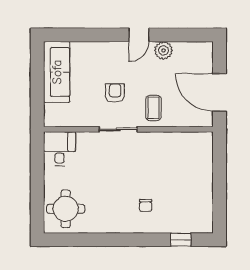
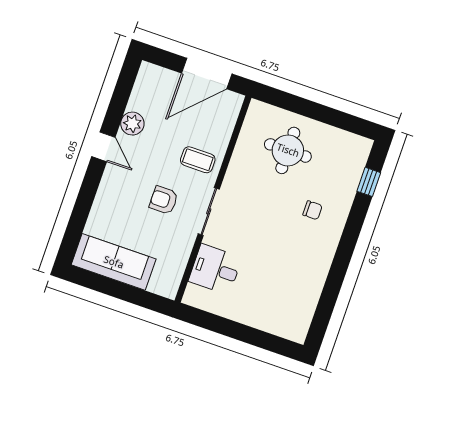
desk: (60, 149) -> (215, 269), moved
round table: (66, 209) -> (288, 150), moved

